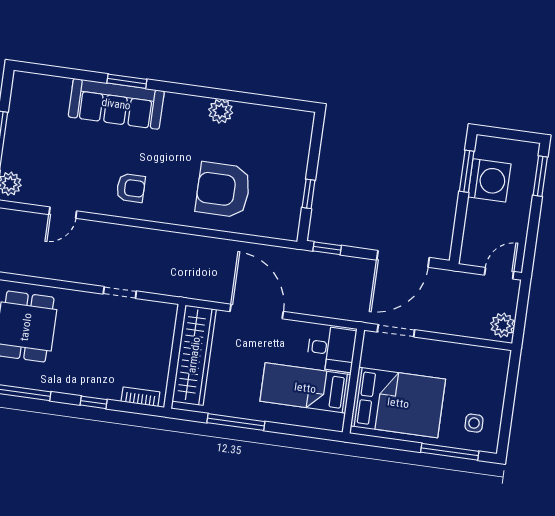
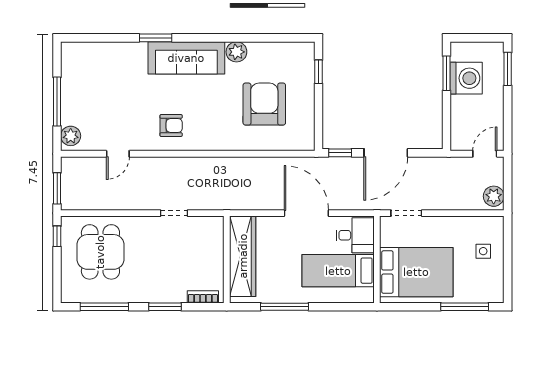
sofa: (116, 104) -> (186, 58), moved
armchair: (223, 190) -> (264, 104), moved, turned 90
window: (309, 194) -> (319, 72), moved
door: (403, 259) -> (386, 153), moved
door: (257, 311) -> (306, 213), moved
window: (94, 402) -> (165, 307), width x1.50
side table: (474, 423) -> (483, 251), moved

